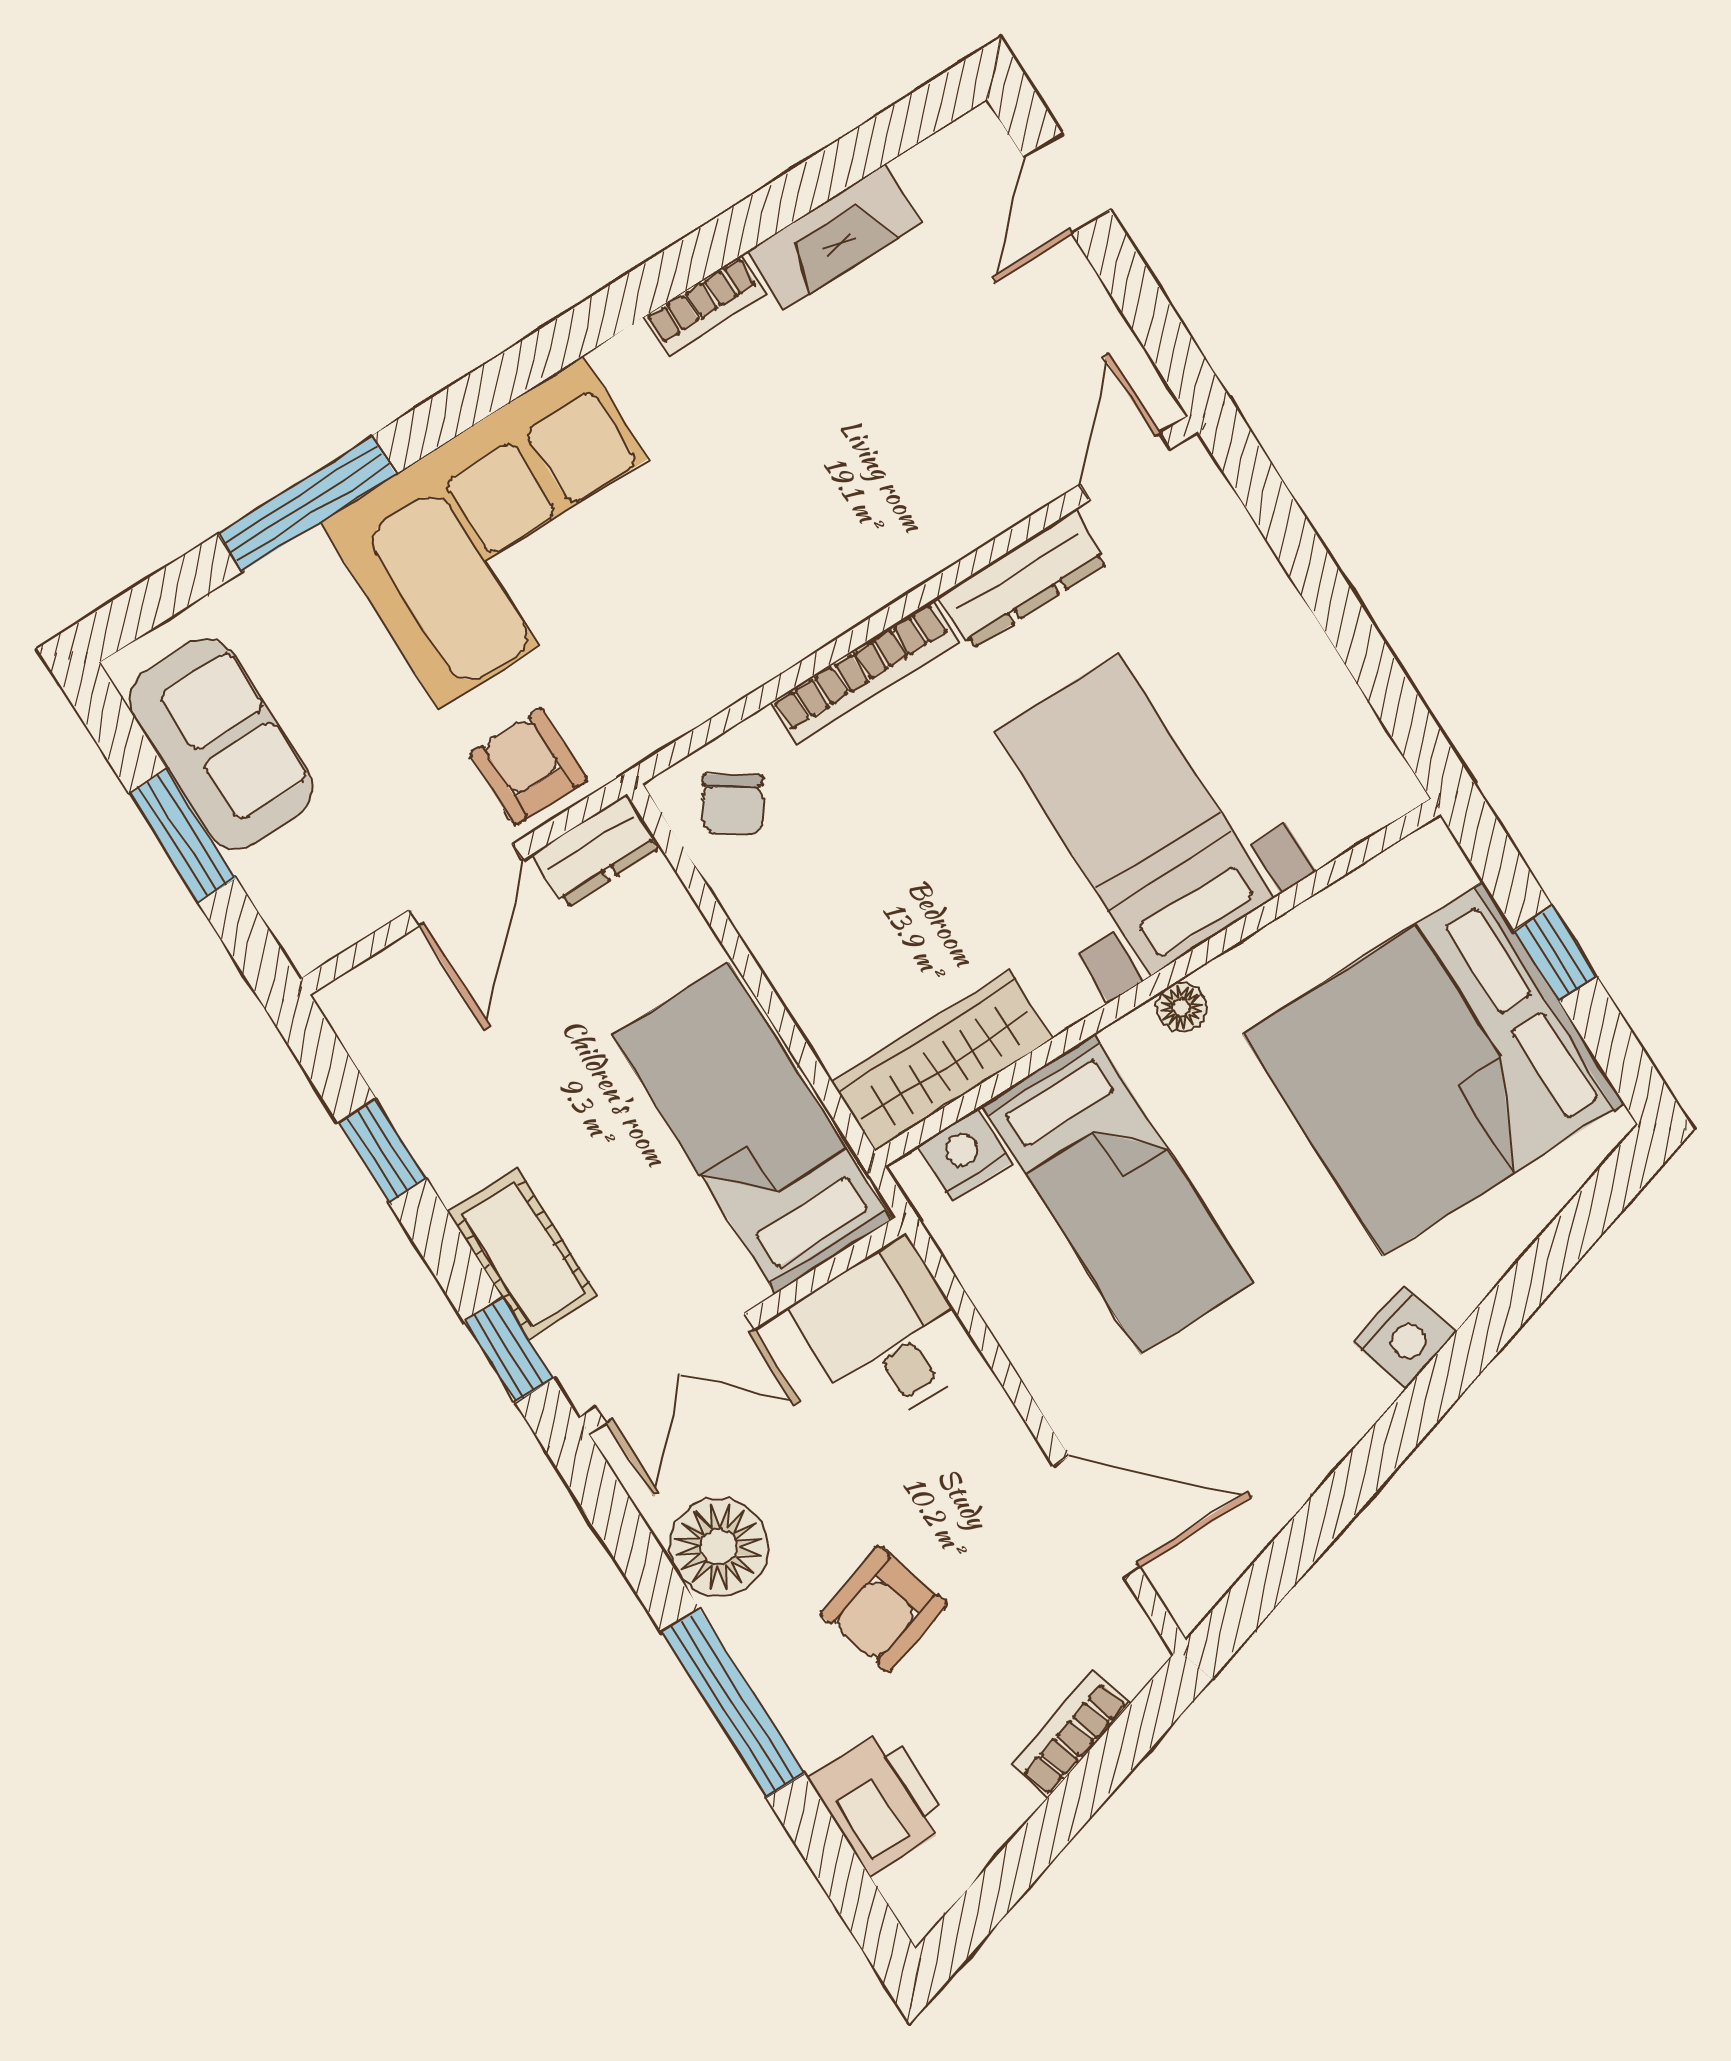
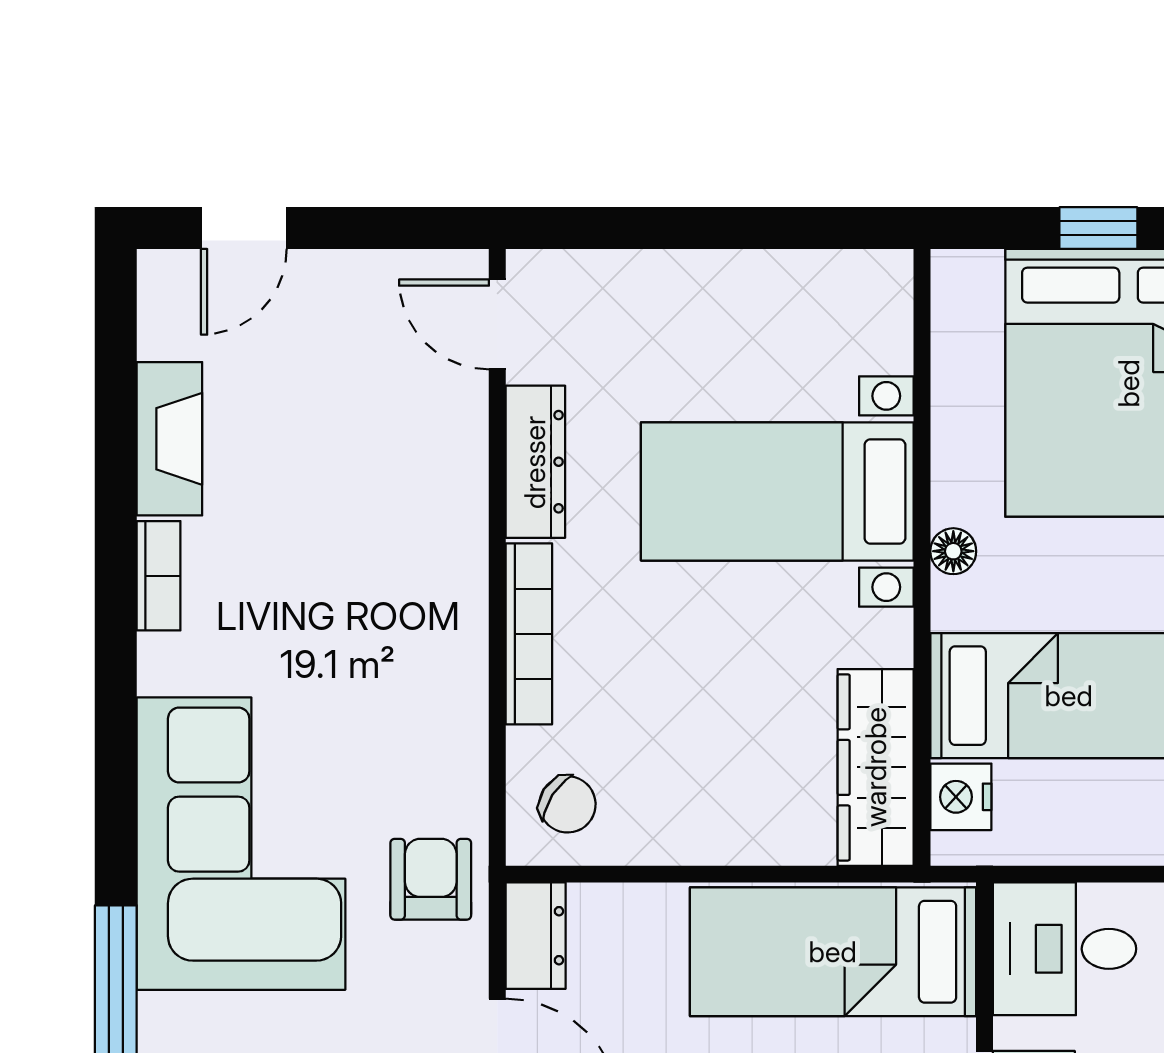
door: (1067, 183) -> (244, 228), hinge flipped
armchair: (528, 767) -> (431, 879), moved, turned 90

